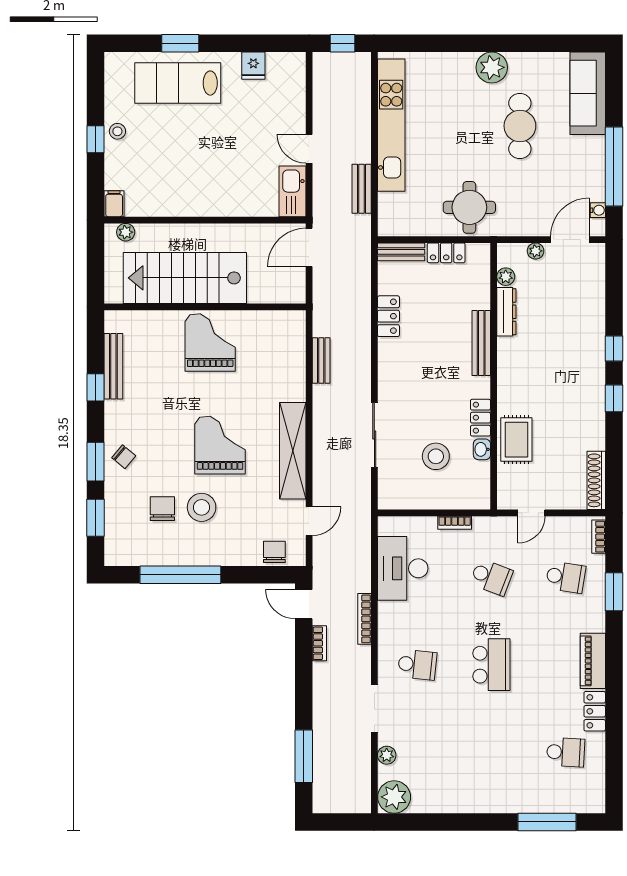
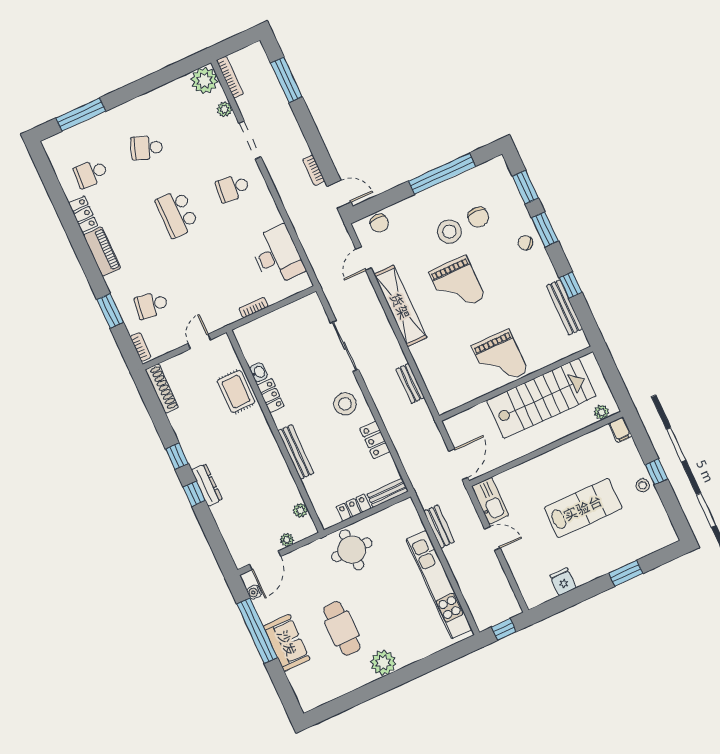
lab bench: (178, 83) -> (583, 508), moved
sofa: (588, 93) -> (287, 643), moved, width x0.73
dresser: (506, 312) -> (207, 485), moved, turned 180
stool: (436, 456) -> (345, 404), moved
school desk: (491, 577) -> (147, 148), moved
bookcase: (364, 619) -> (230, 77), moved

